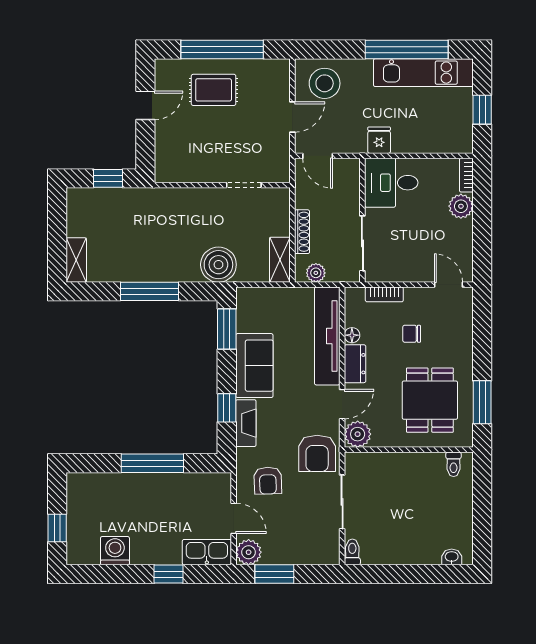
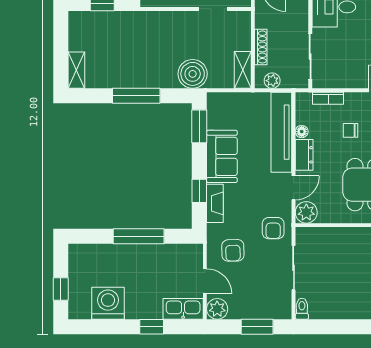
armchair: (317, 453) -> (273, 228), width x0.72, depth x0.72
washing machine: (115, 551) -> (108, 303), width x1.37, depth x1.37
window: (274, 574) -> (257, 327), moved

